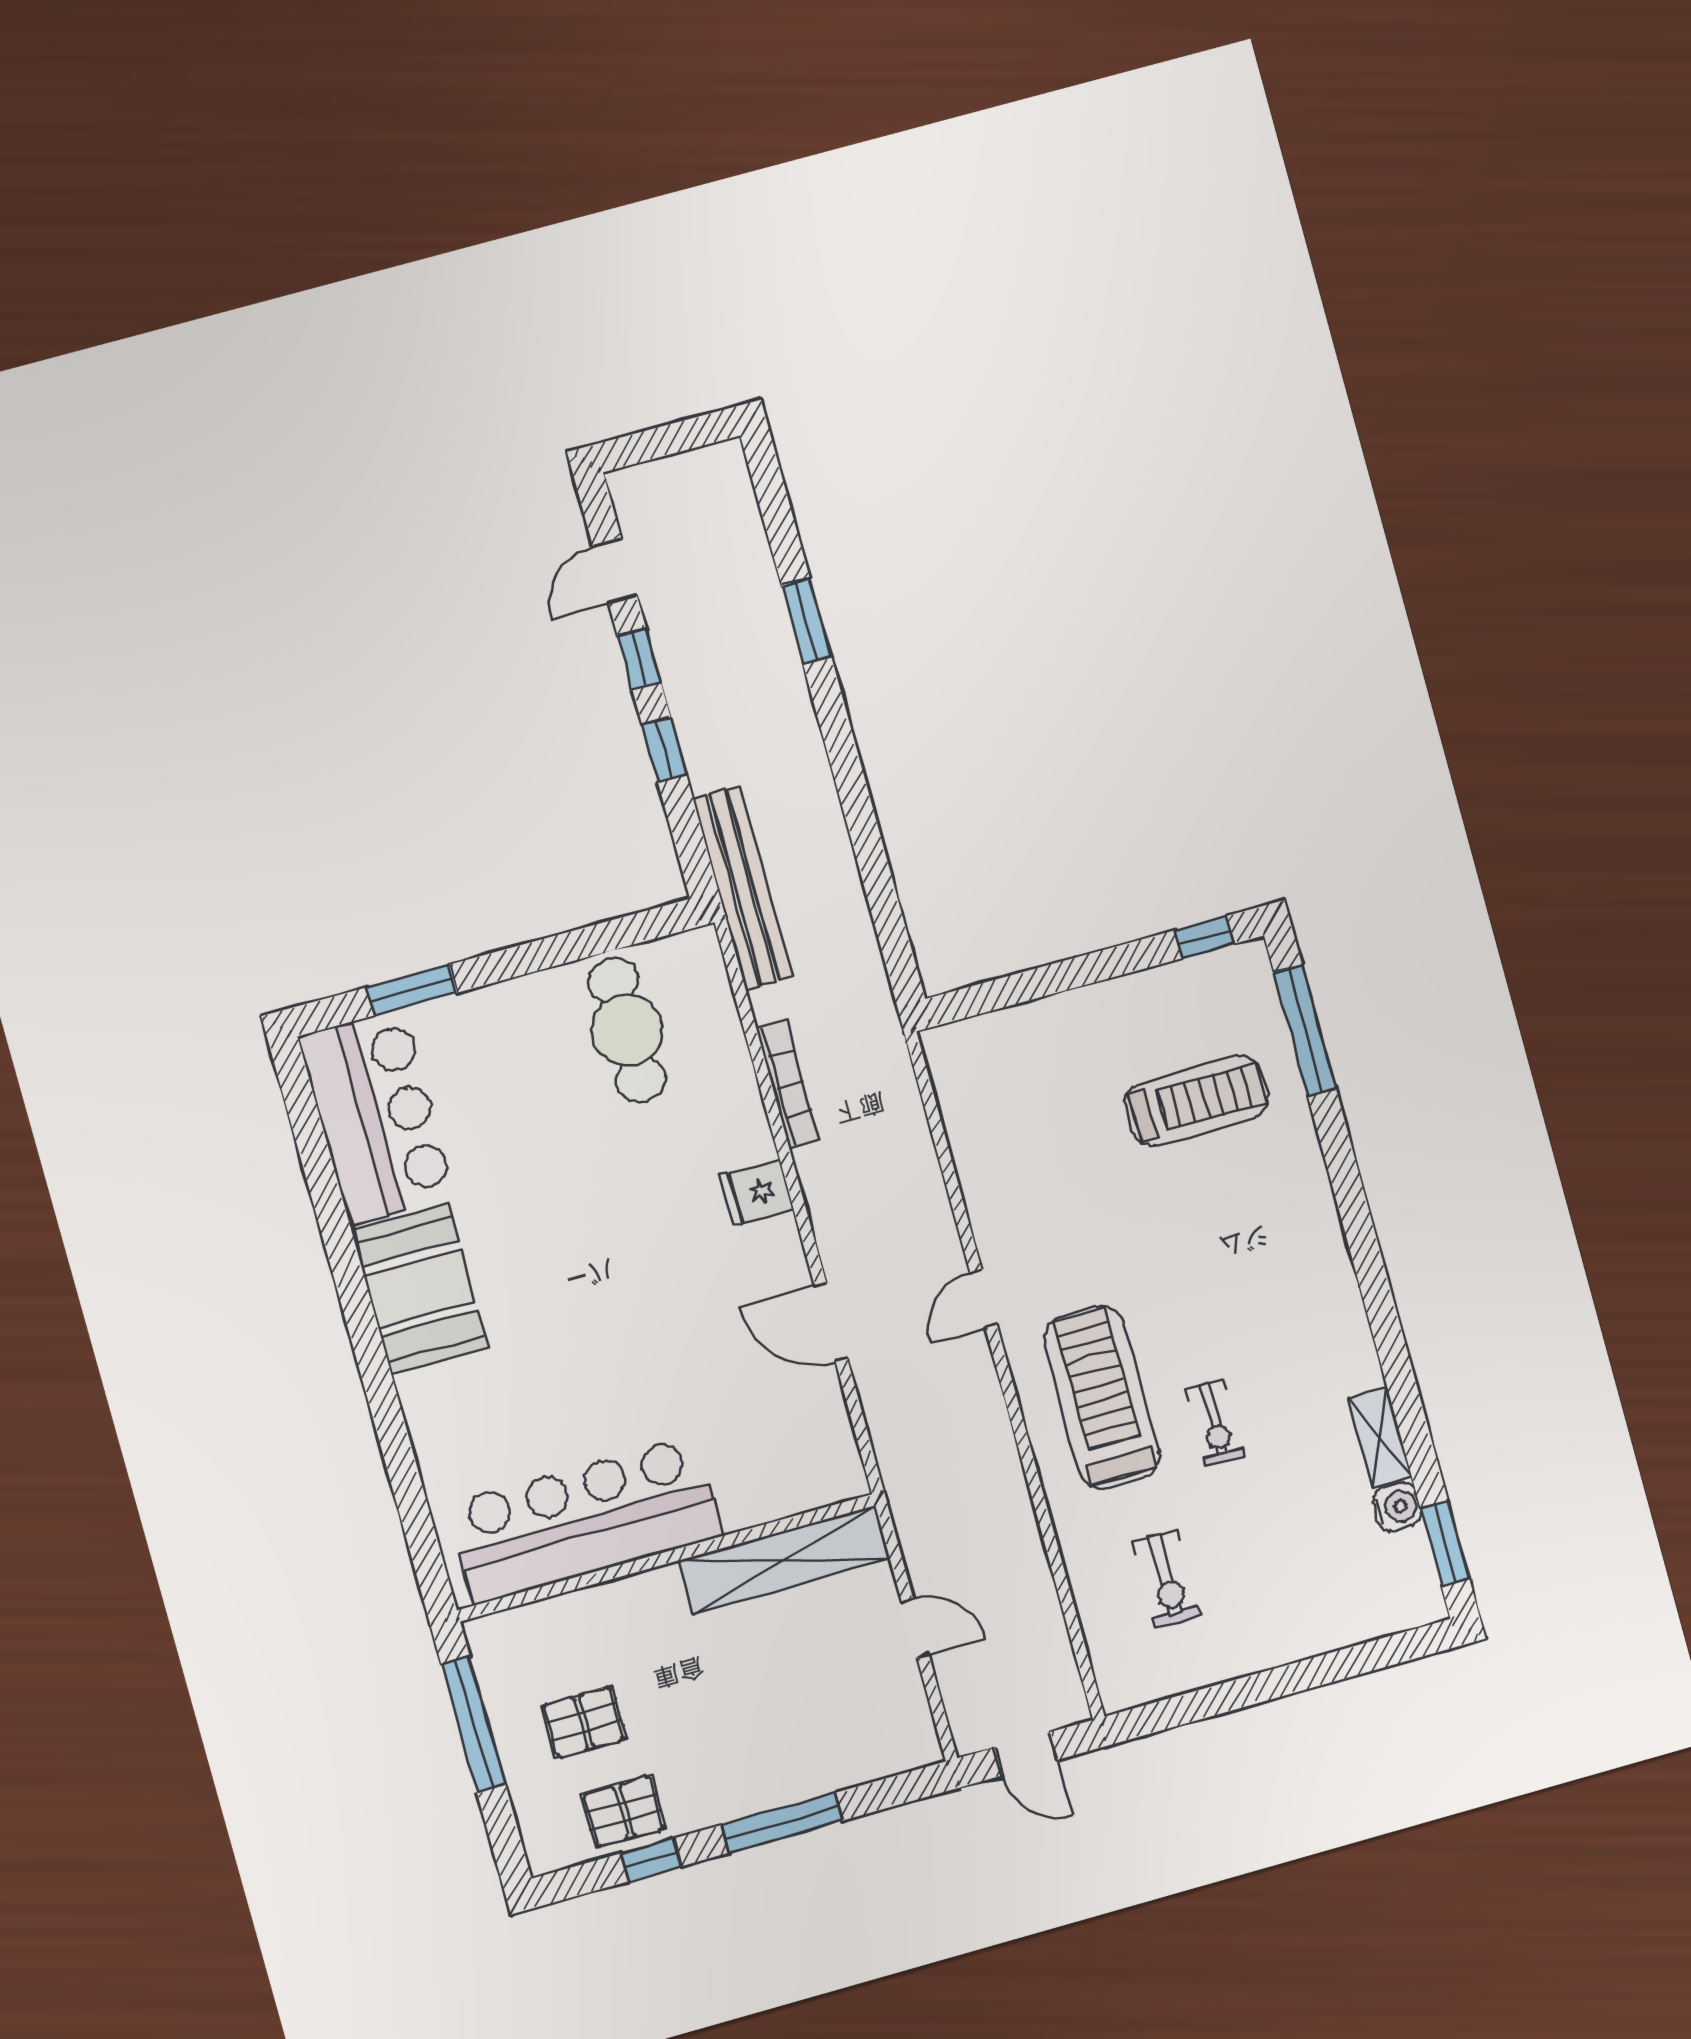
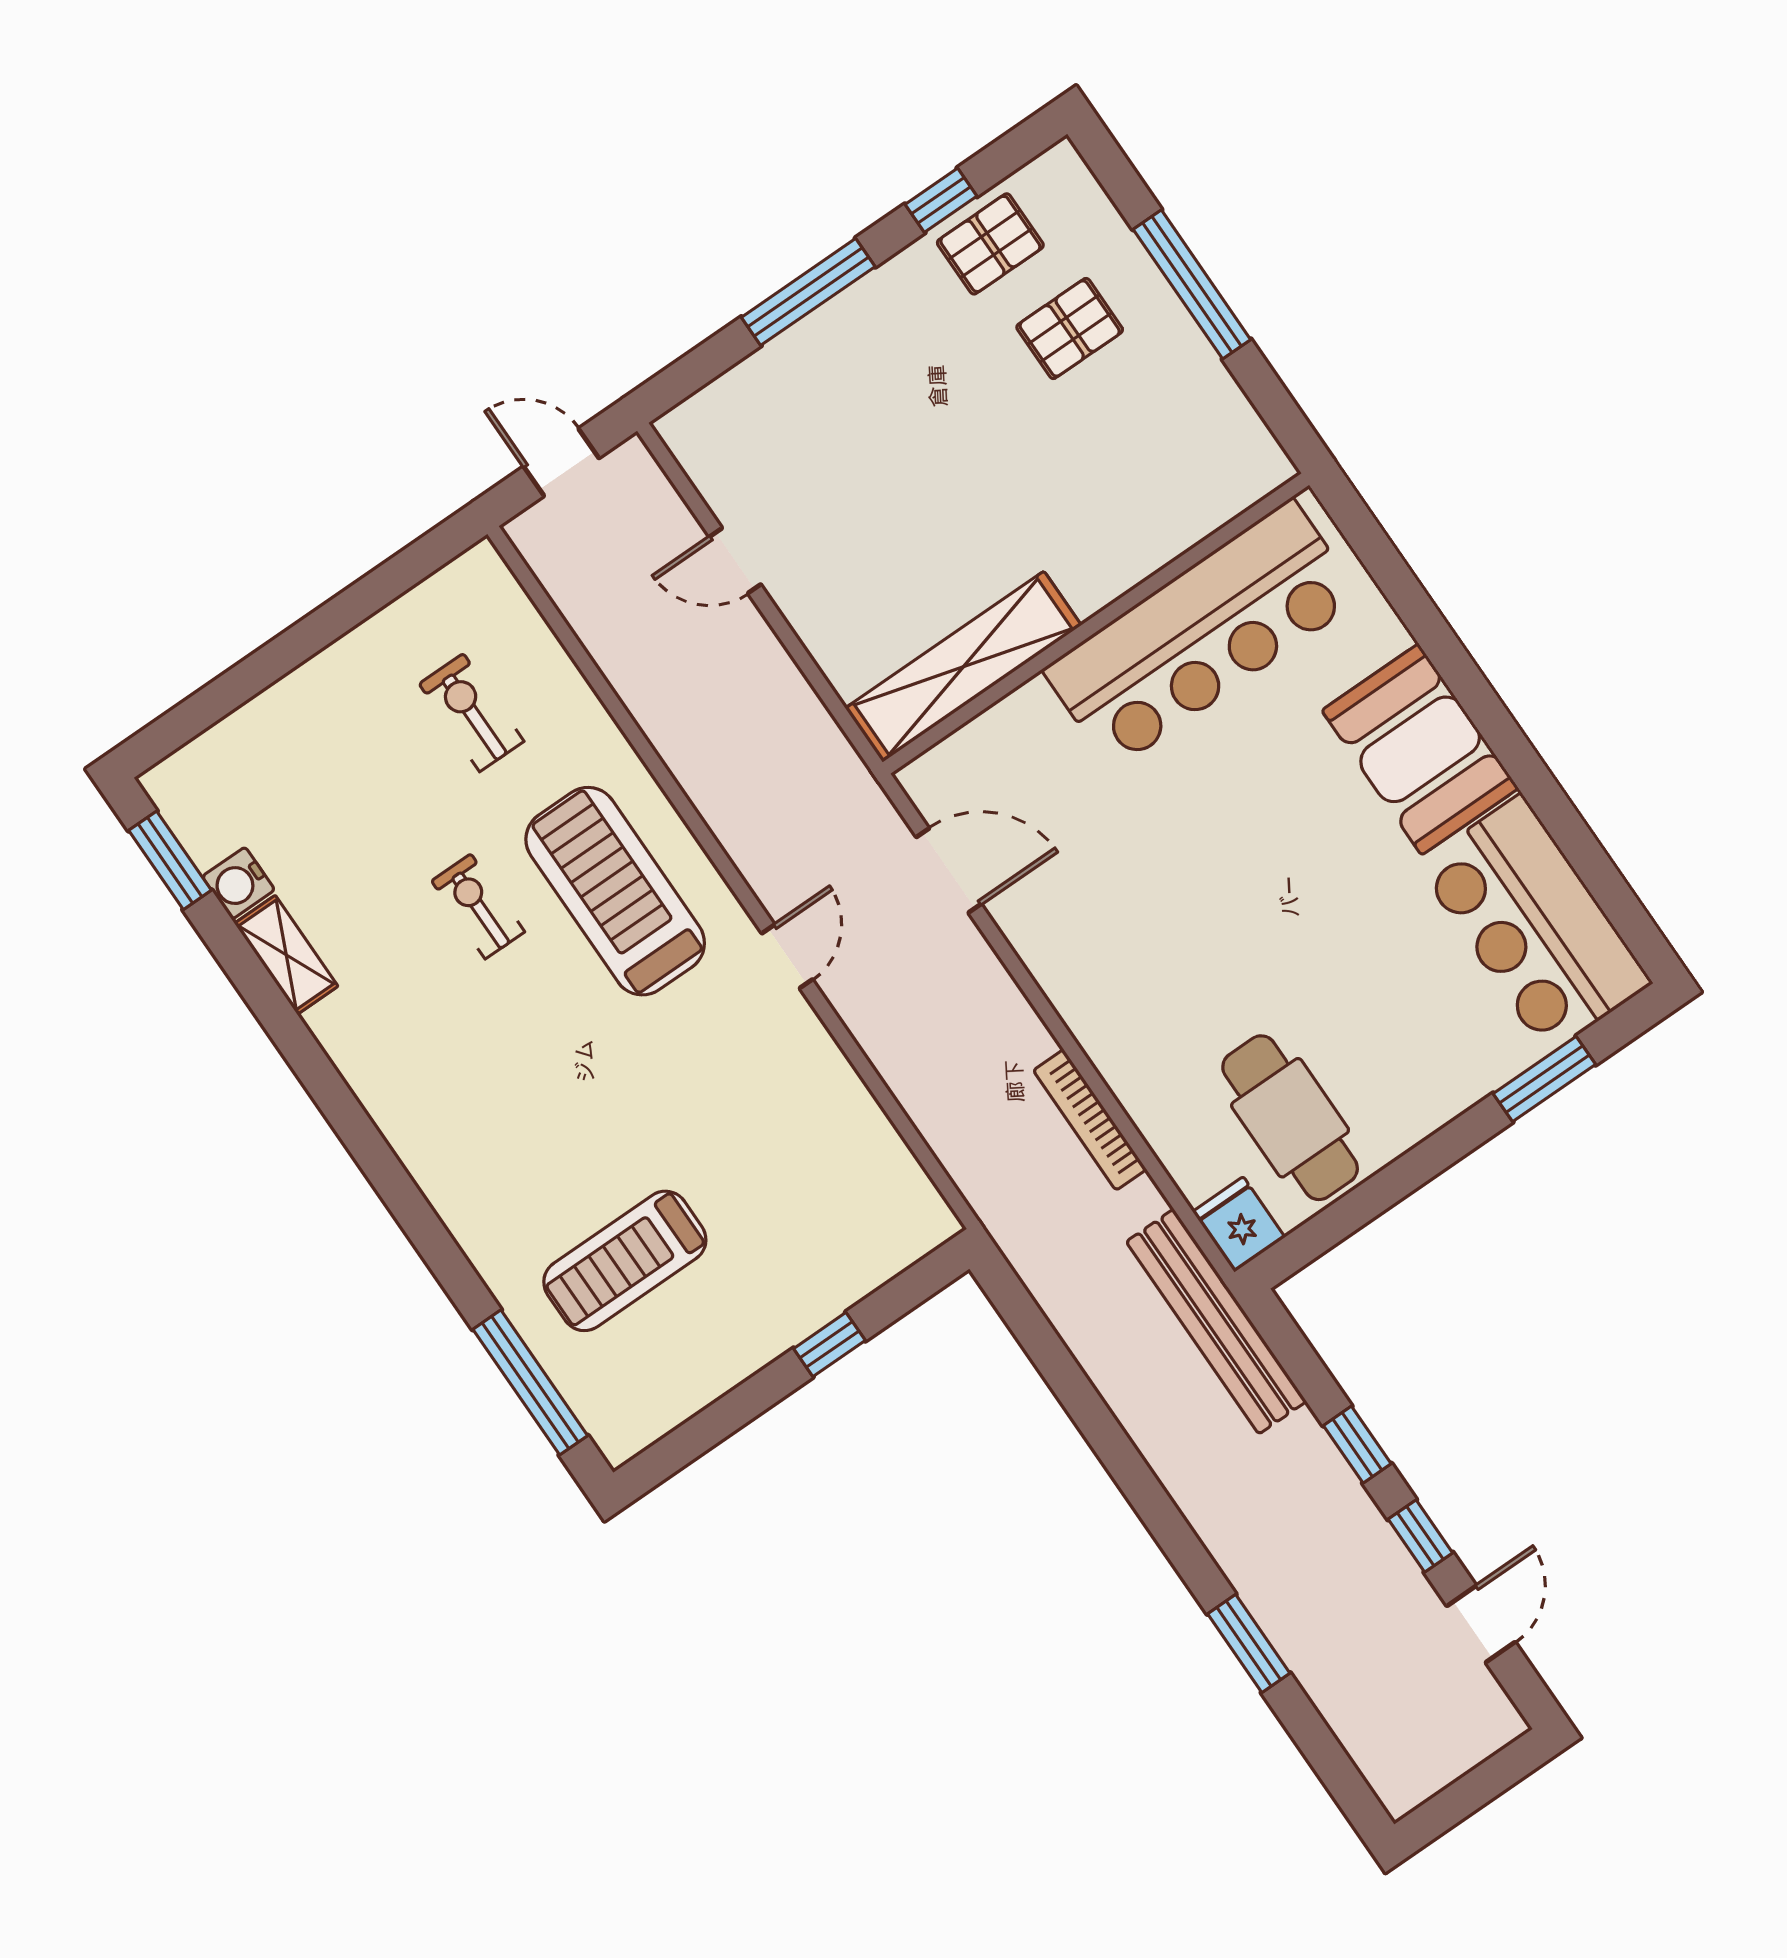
window: (1204, 937) -> (829, 1344), moved
fridge: (757, 1192) -> (1239, 1224), moved, turned -90
treadmill: (1102, 1398) -> (615, 891), turned 180
bar counter: (585, 1520) -> (1202, 634), moved
wall: (667, 1558) -> (1096, 624), moved
shelving: (784, 1560) -> (963, 667), moved

